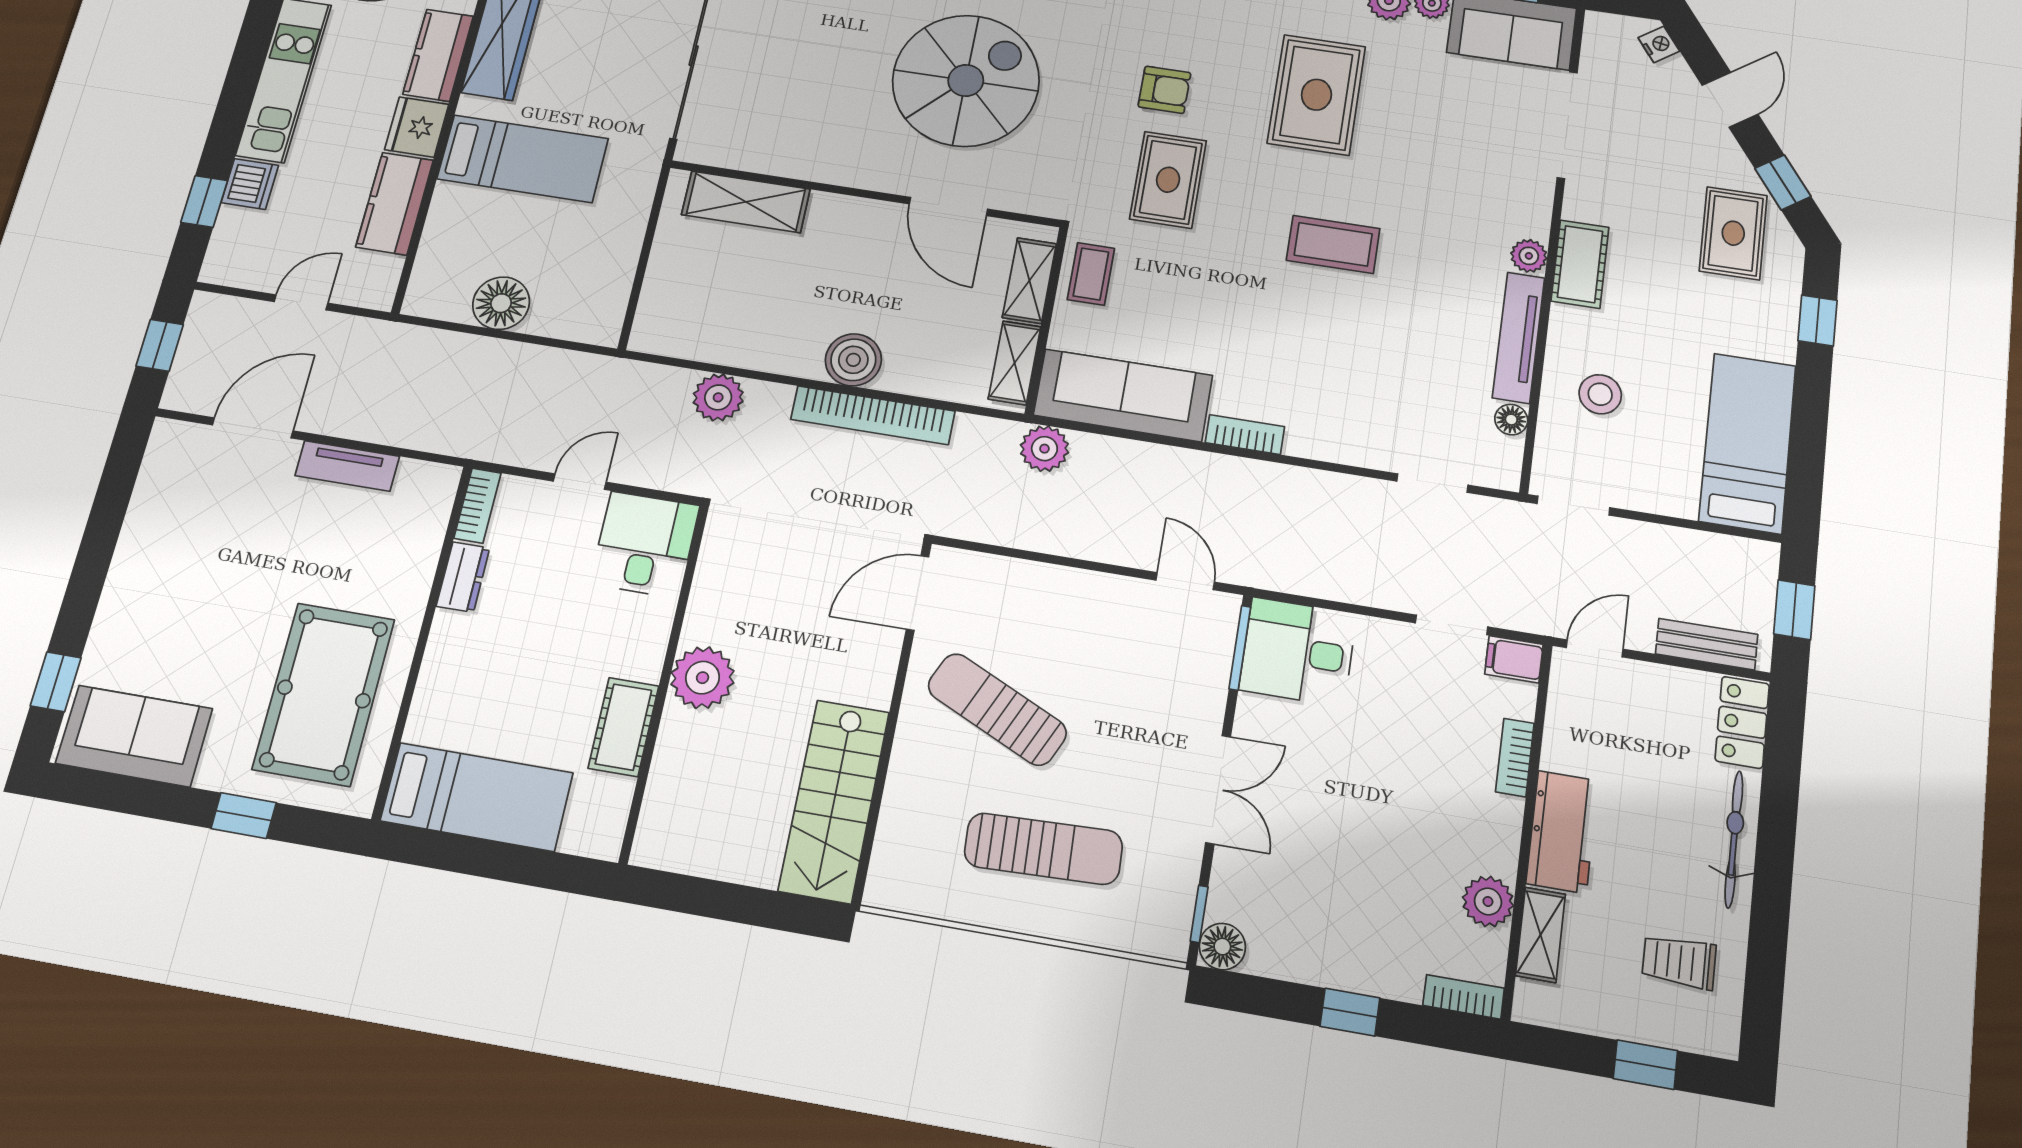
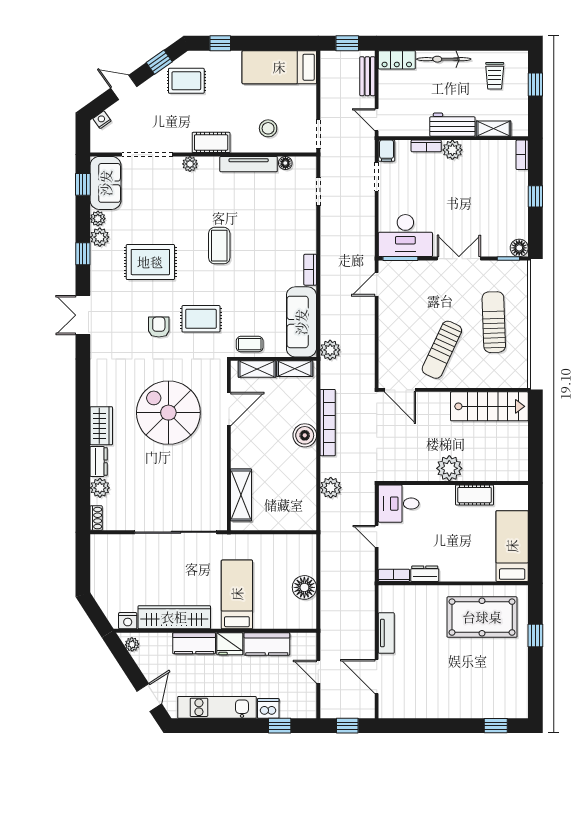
plant: (1529, 256) -> (190, 164), moved
desk: (1298, 652) -> (405, 236), width x1.37
sofa: (134, 736) -> (512, 688), removed
plant: (1488, 901) -> (452, 150), moved

